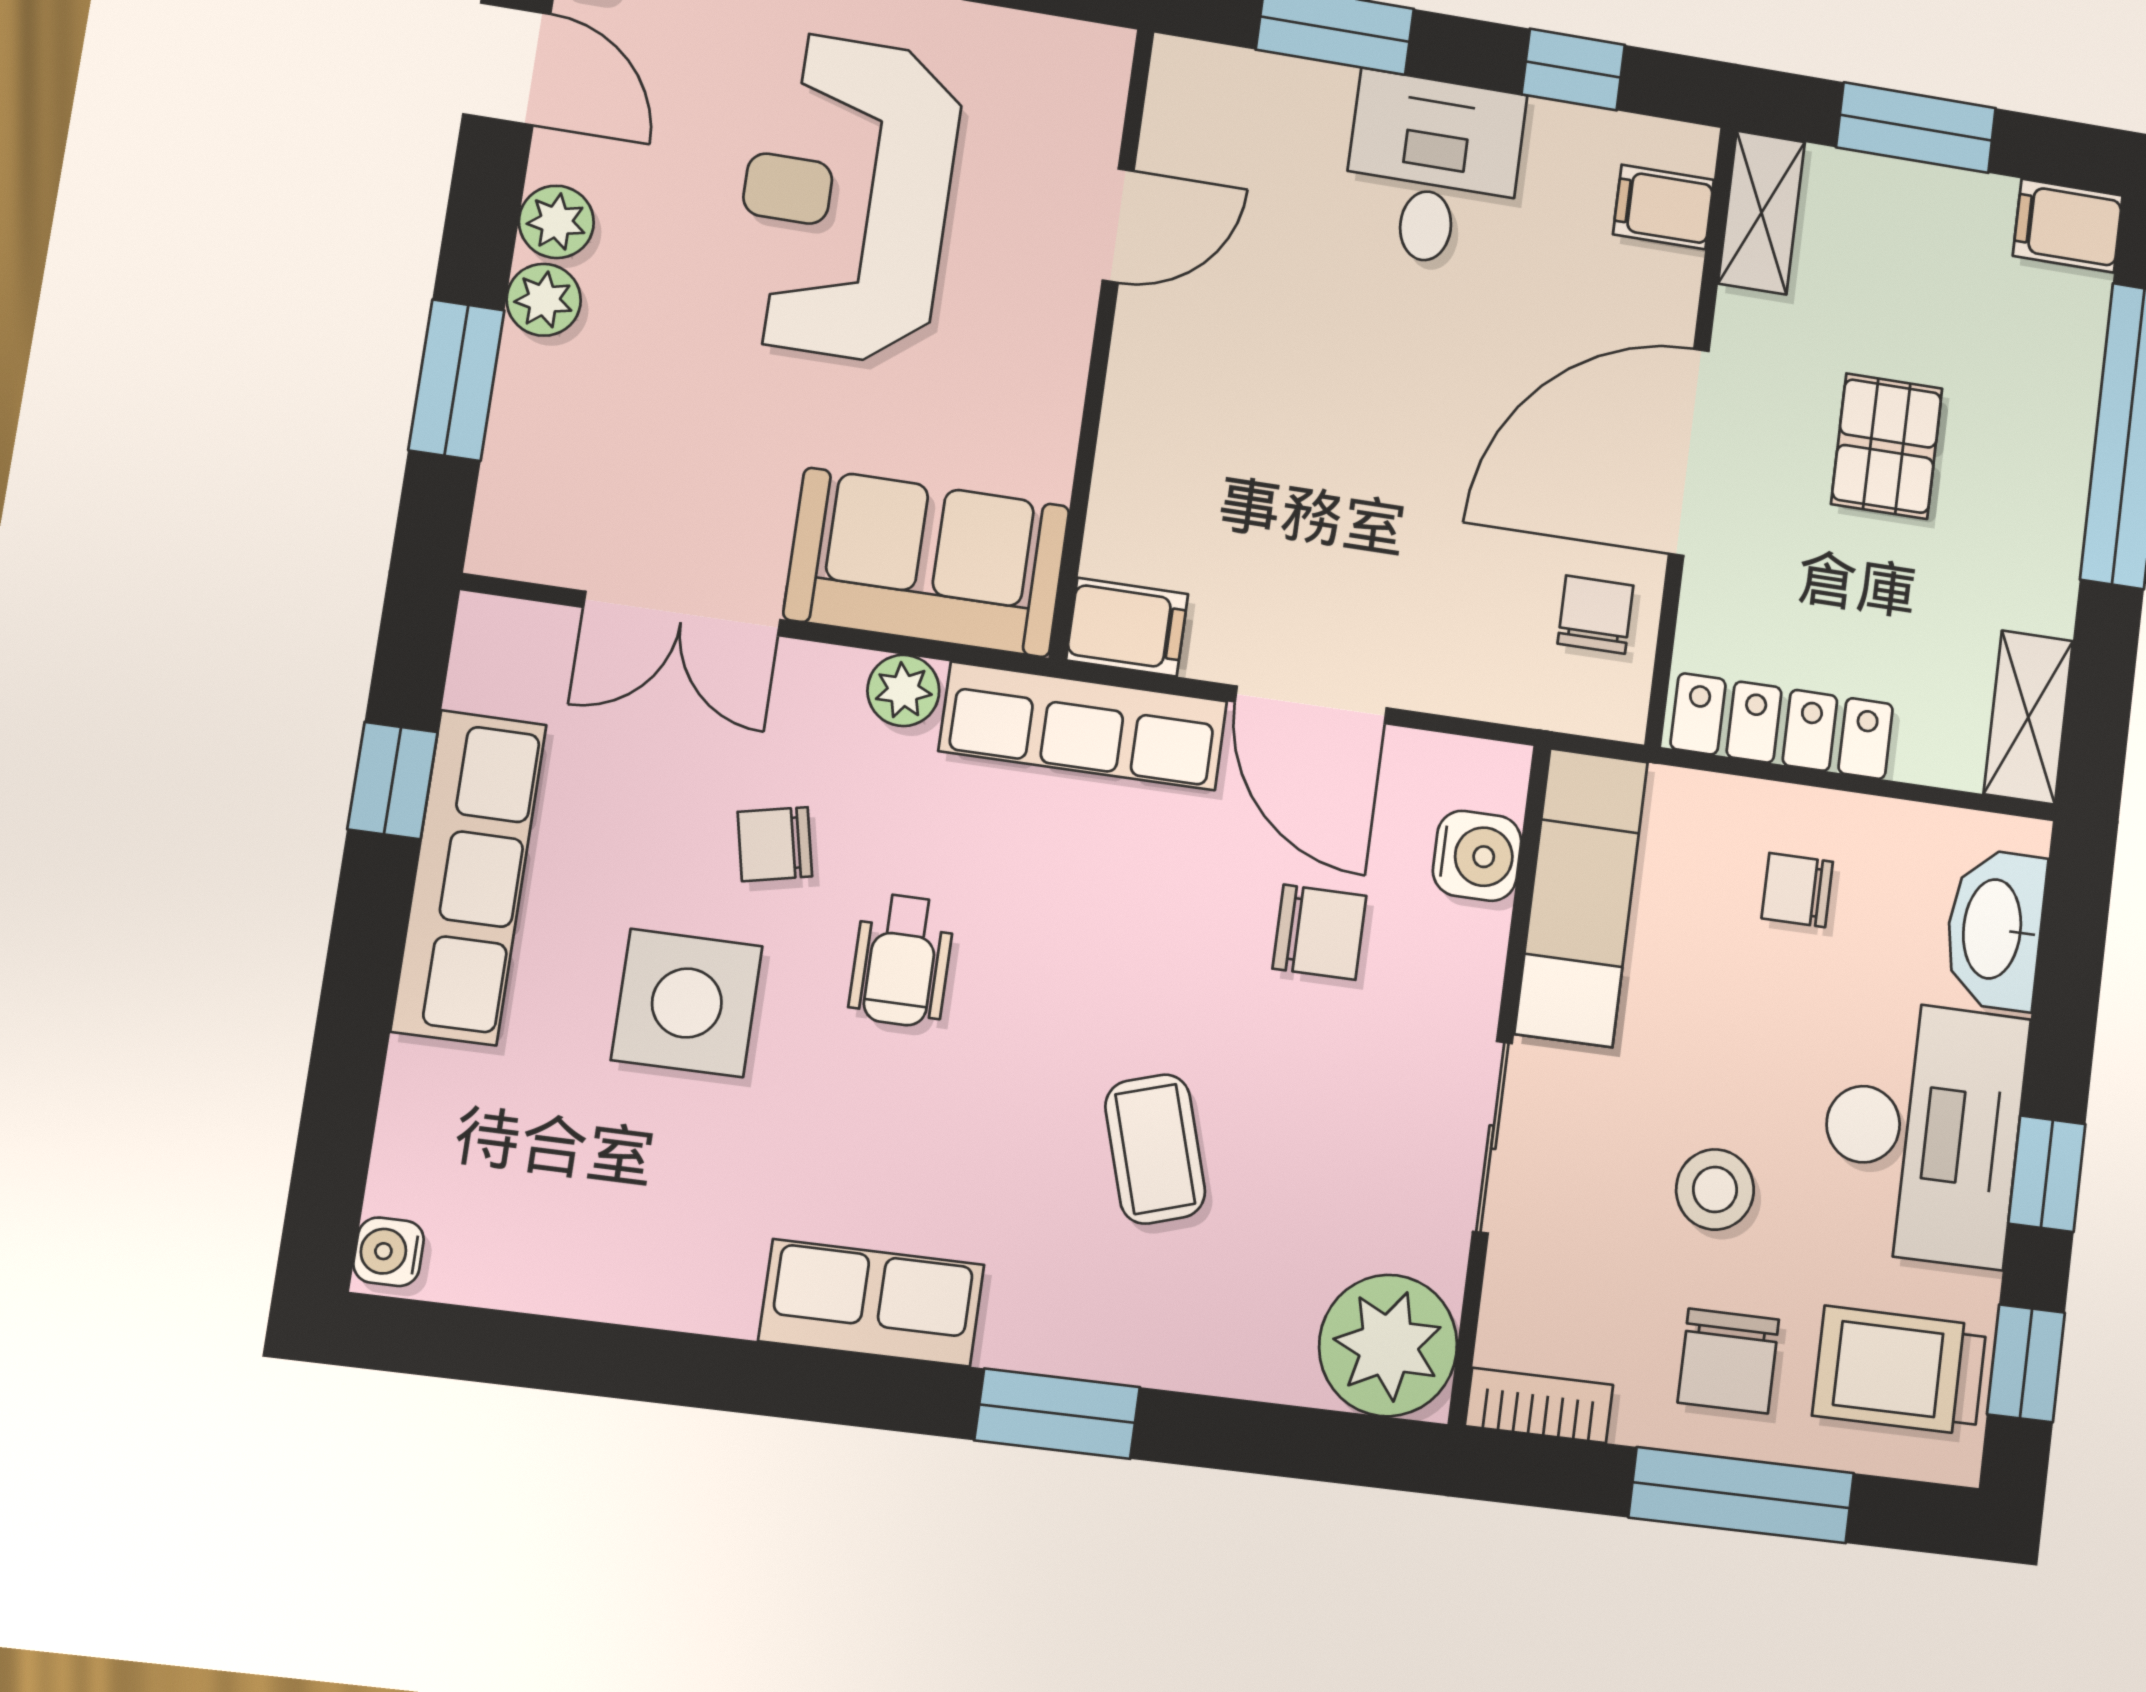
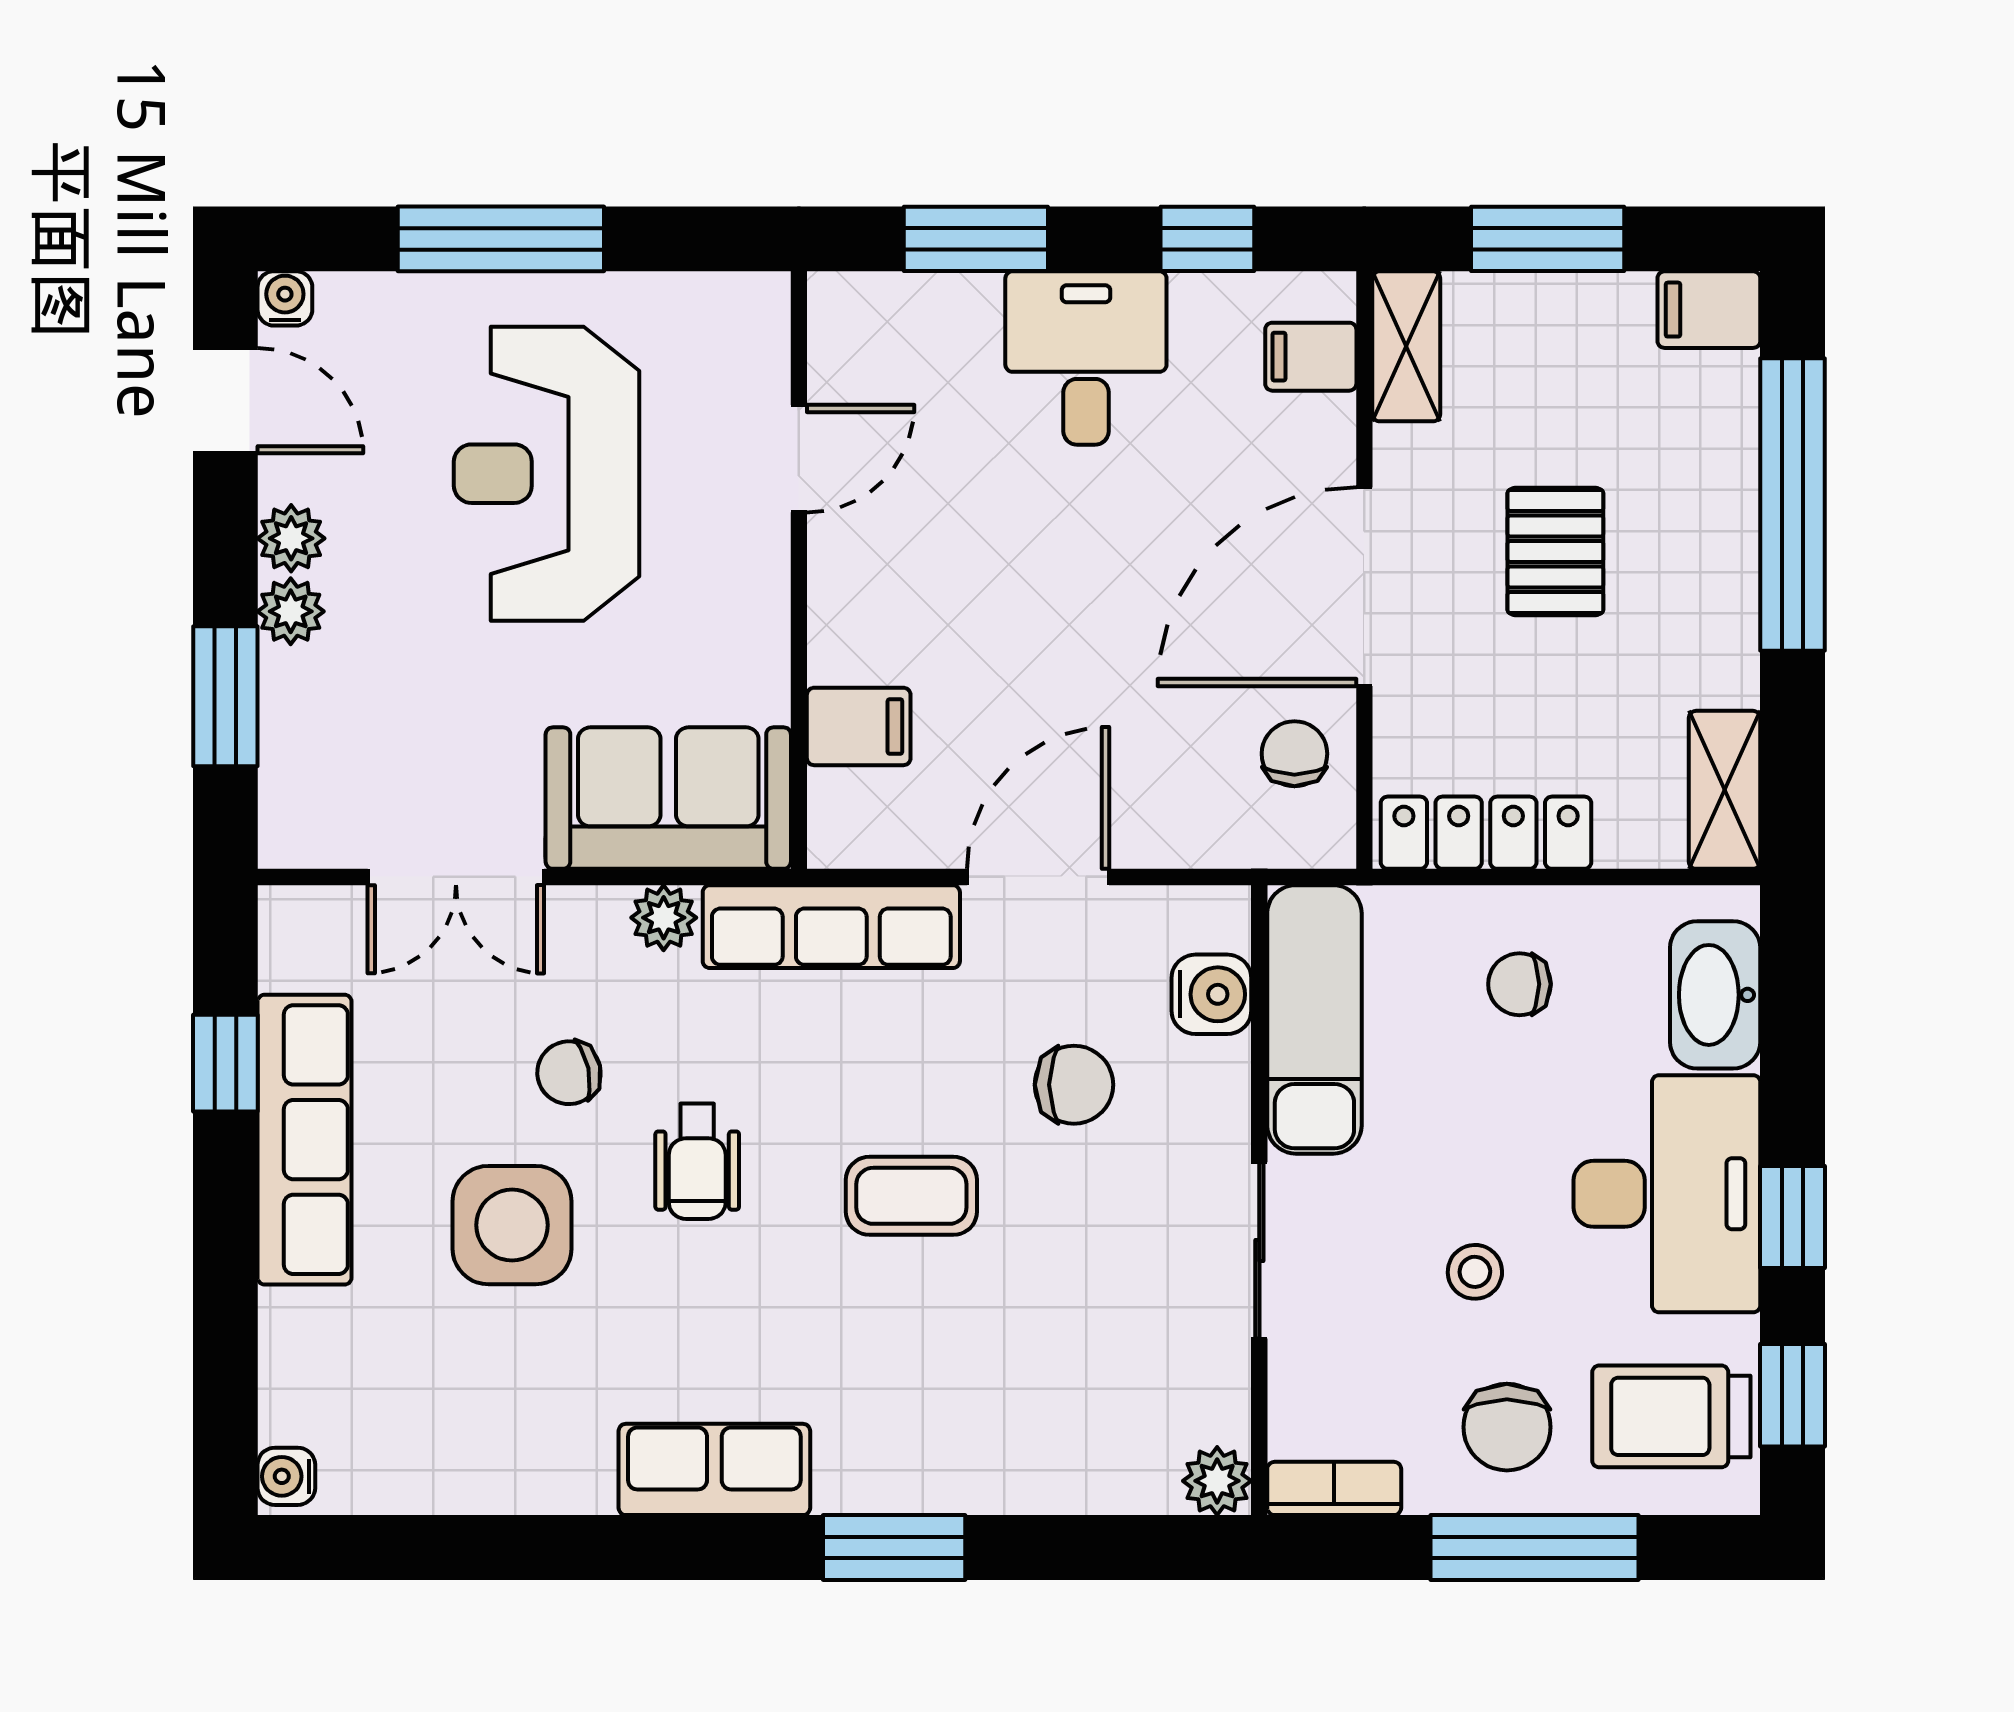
filing cabinet: (1127, 627) -> (859, 726), moved
door: (1311, 705) -> (1038, 877), swing flipped
coffee table: (1155, 1149) -> (911, 1196), moved, turned -73
stool: (1715, 1190) -> (1475, 1272), width x0.73, depth x0.73
plant: (1388, 1346) -> (1217, 1481), width x0.53, depth x0.53

